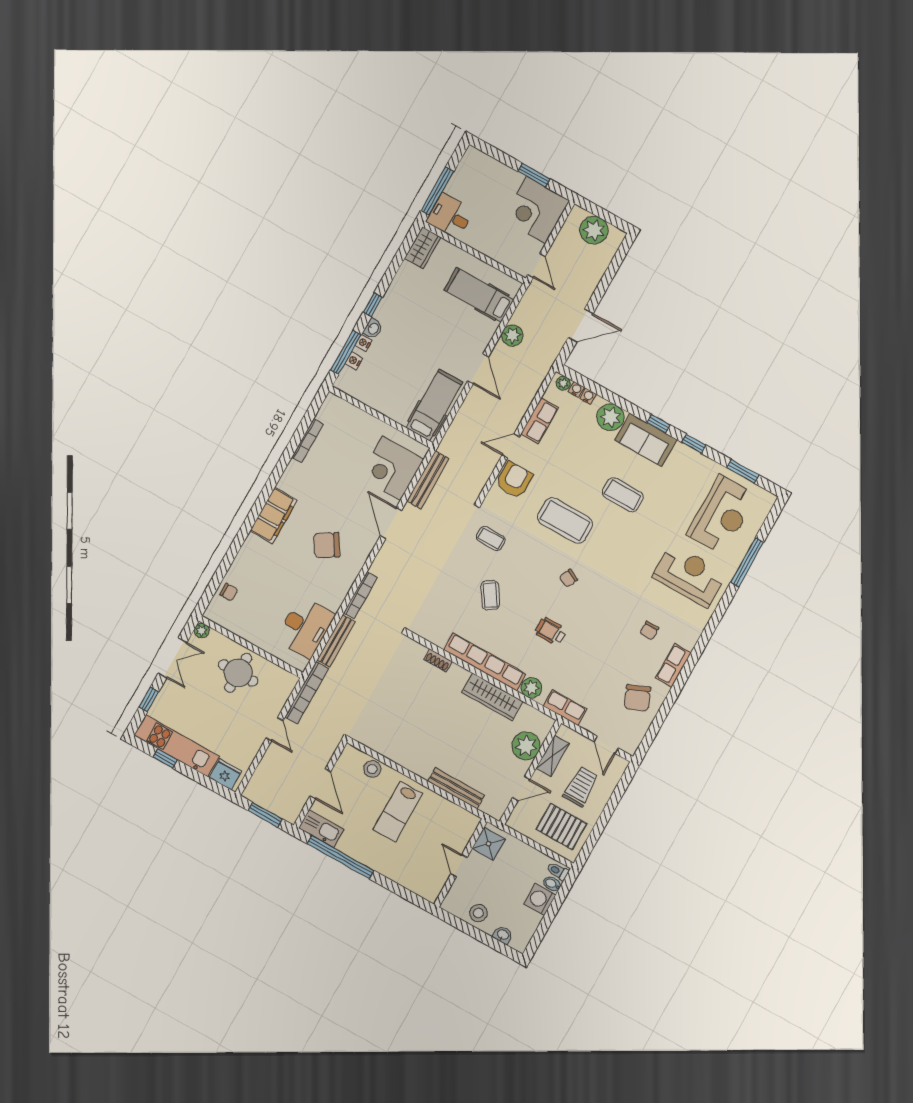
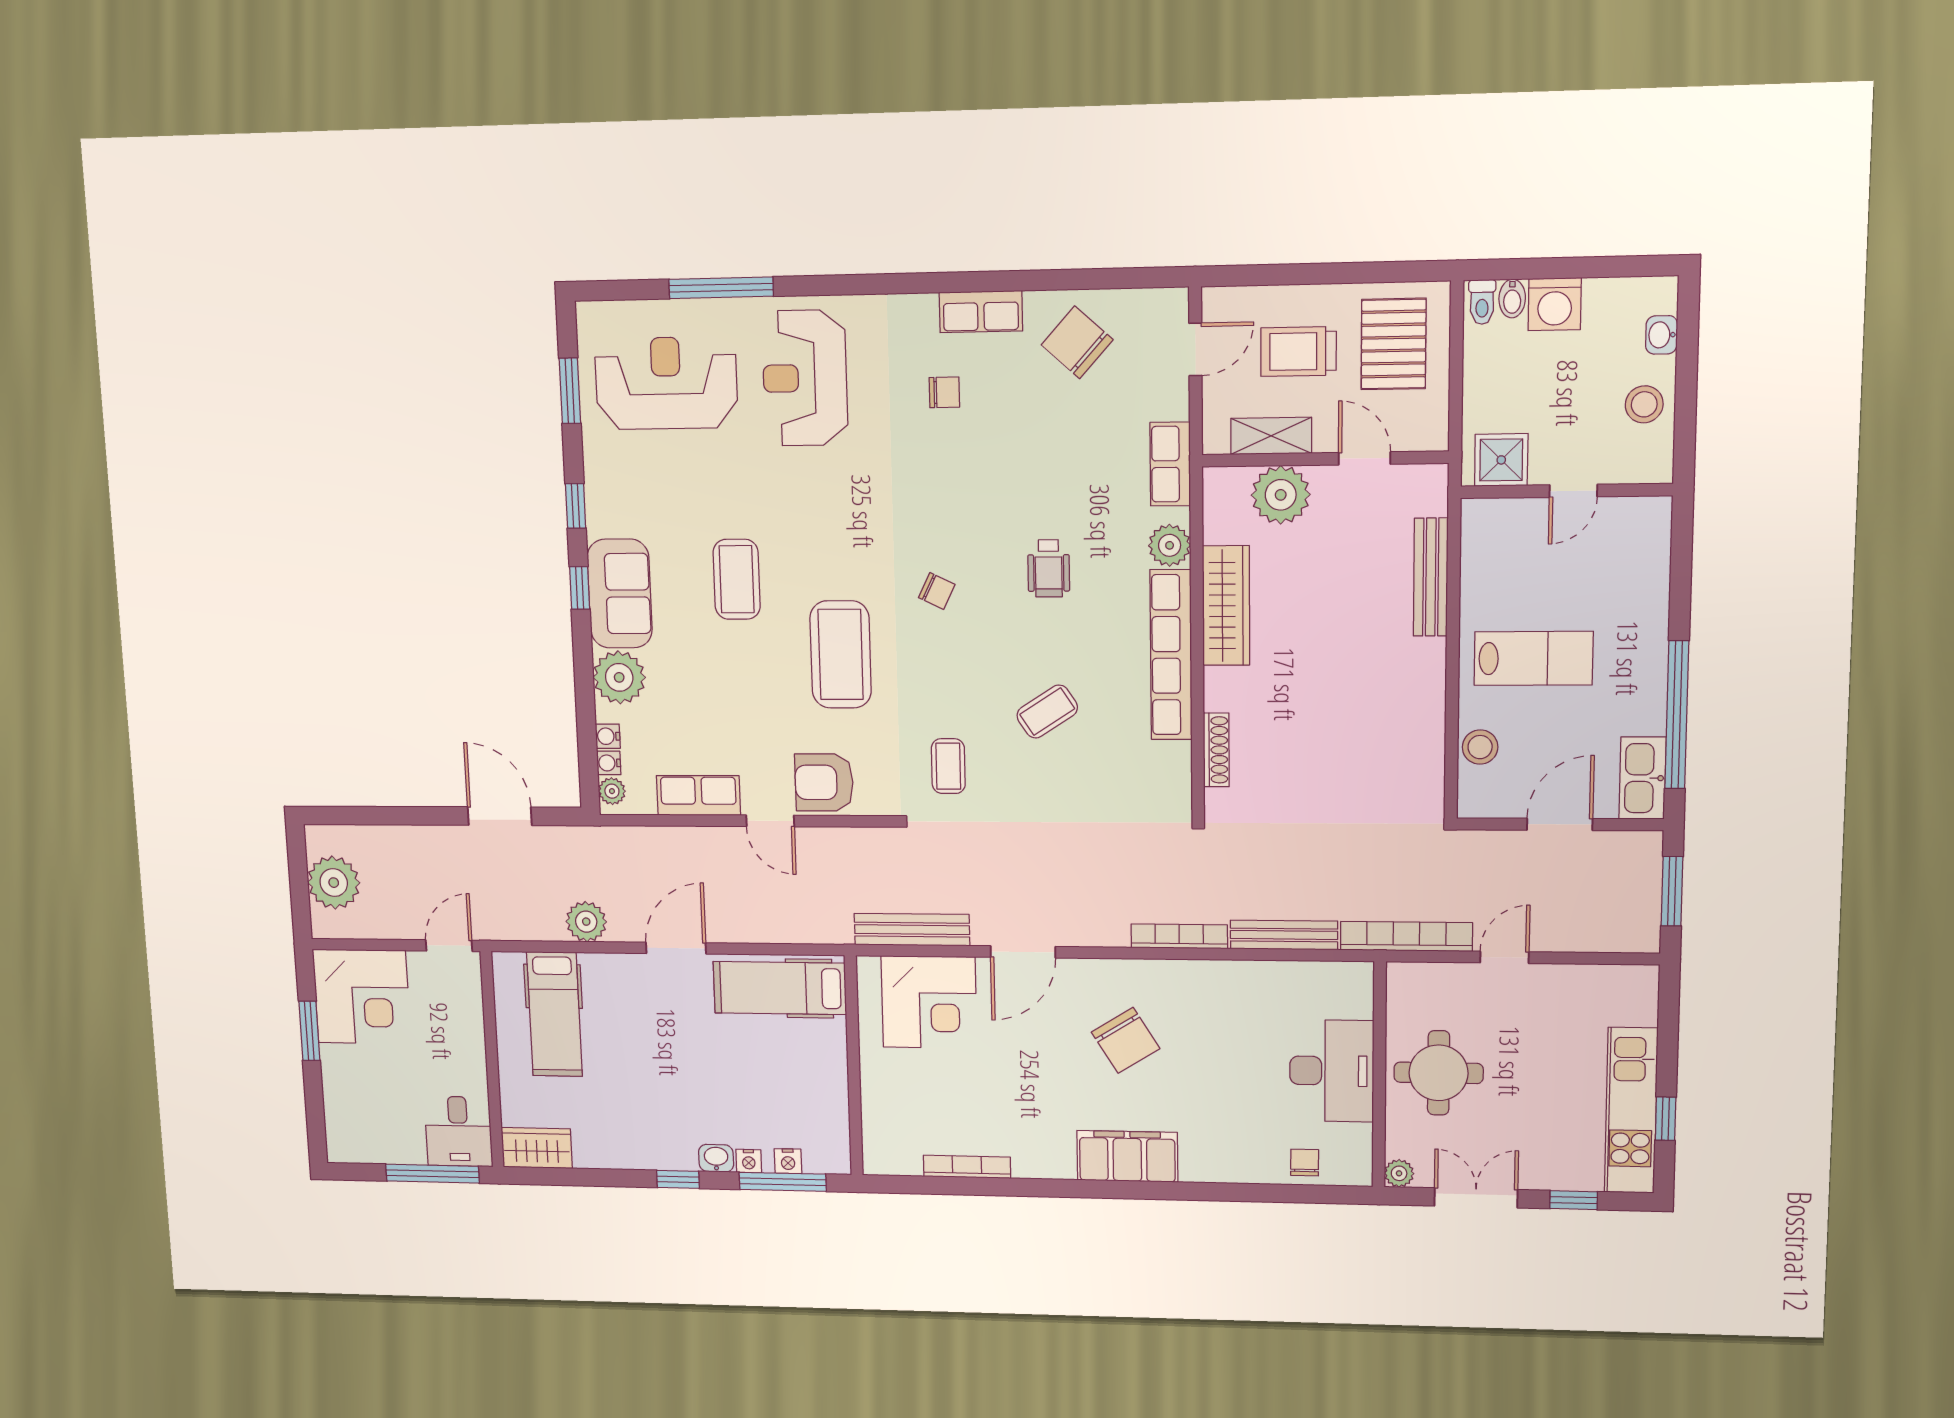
desk: (305, 627) -> (1332, 1071), moved, turned 90
shoe rack: (438, 660) -> (1216, 750), width x1.43
chair: (637, 698) -> (1077, 342), turned -115
fridge: (226, 774) -> (1636, 999), removed

